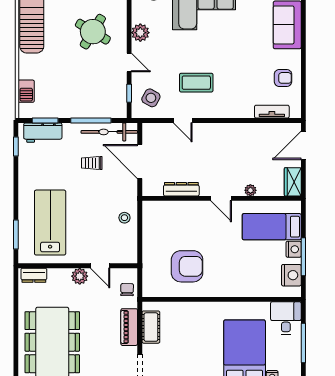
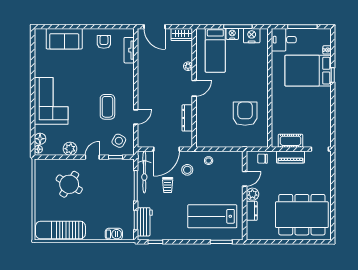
stool: (112, 189) -> (187, 170), added
dresser: (34, 275) -> (252, 211), moved

